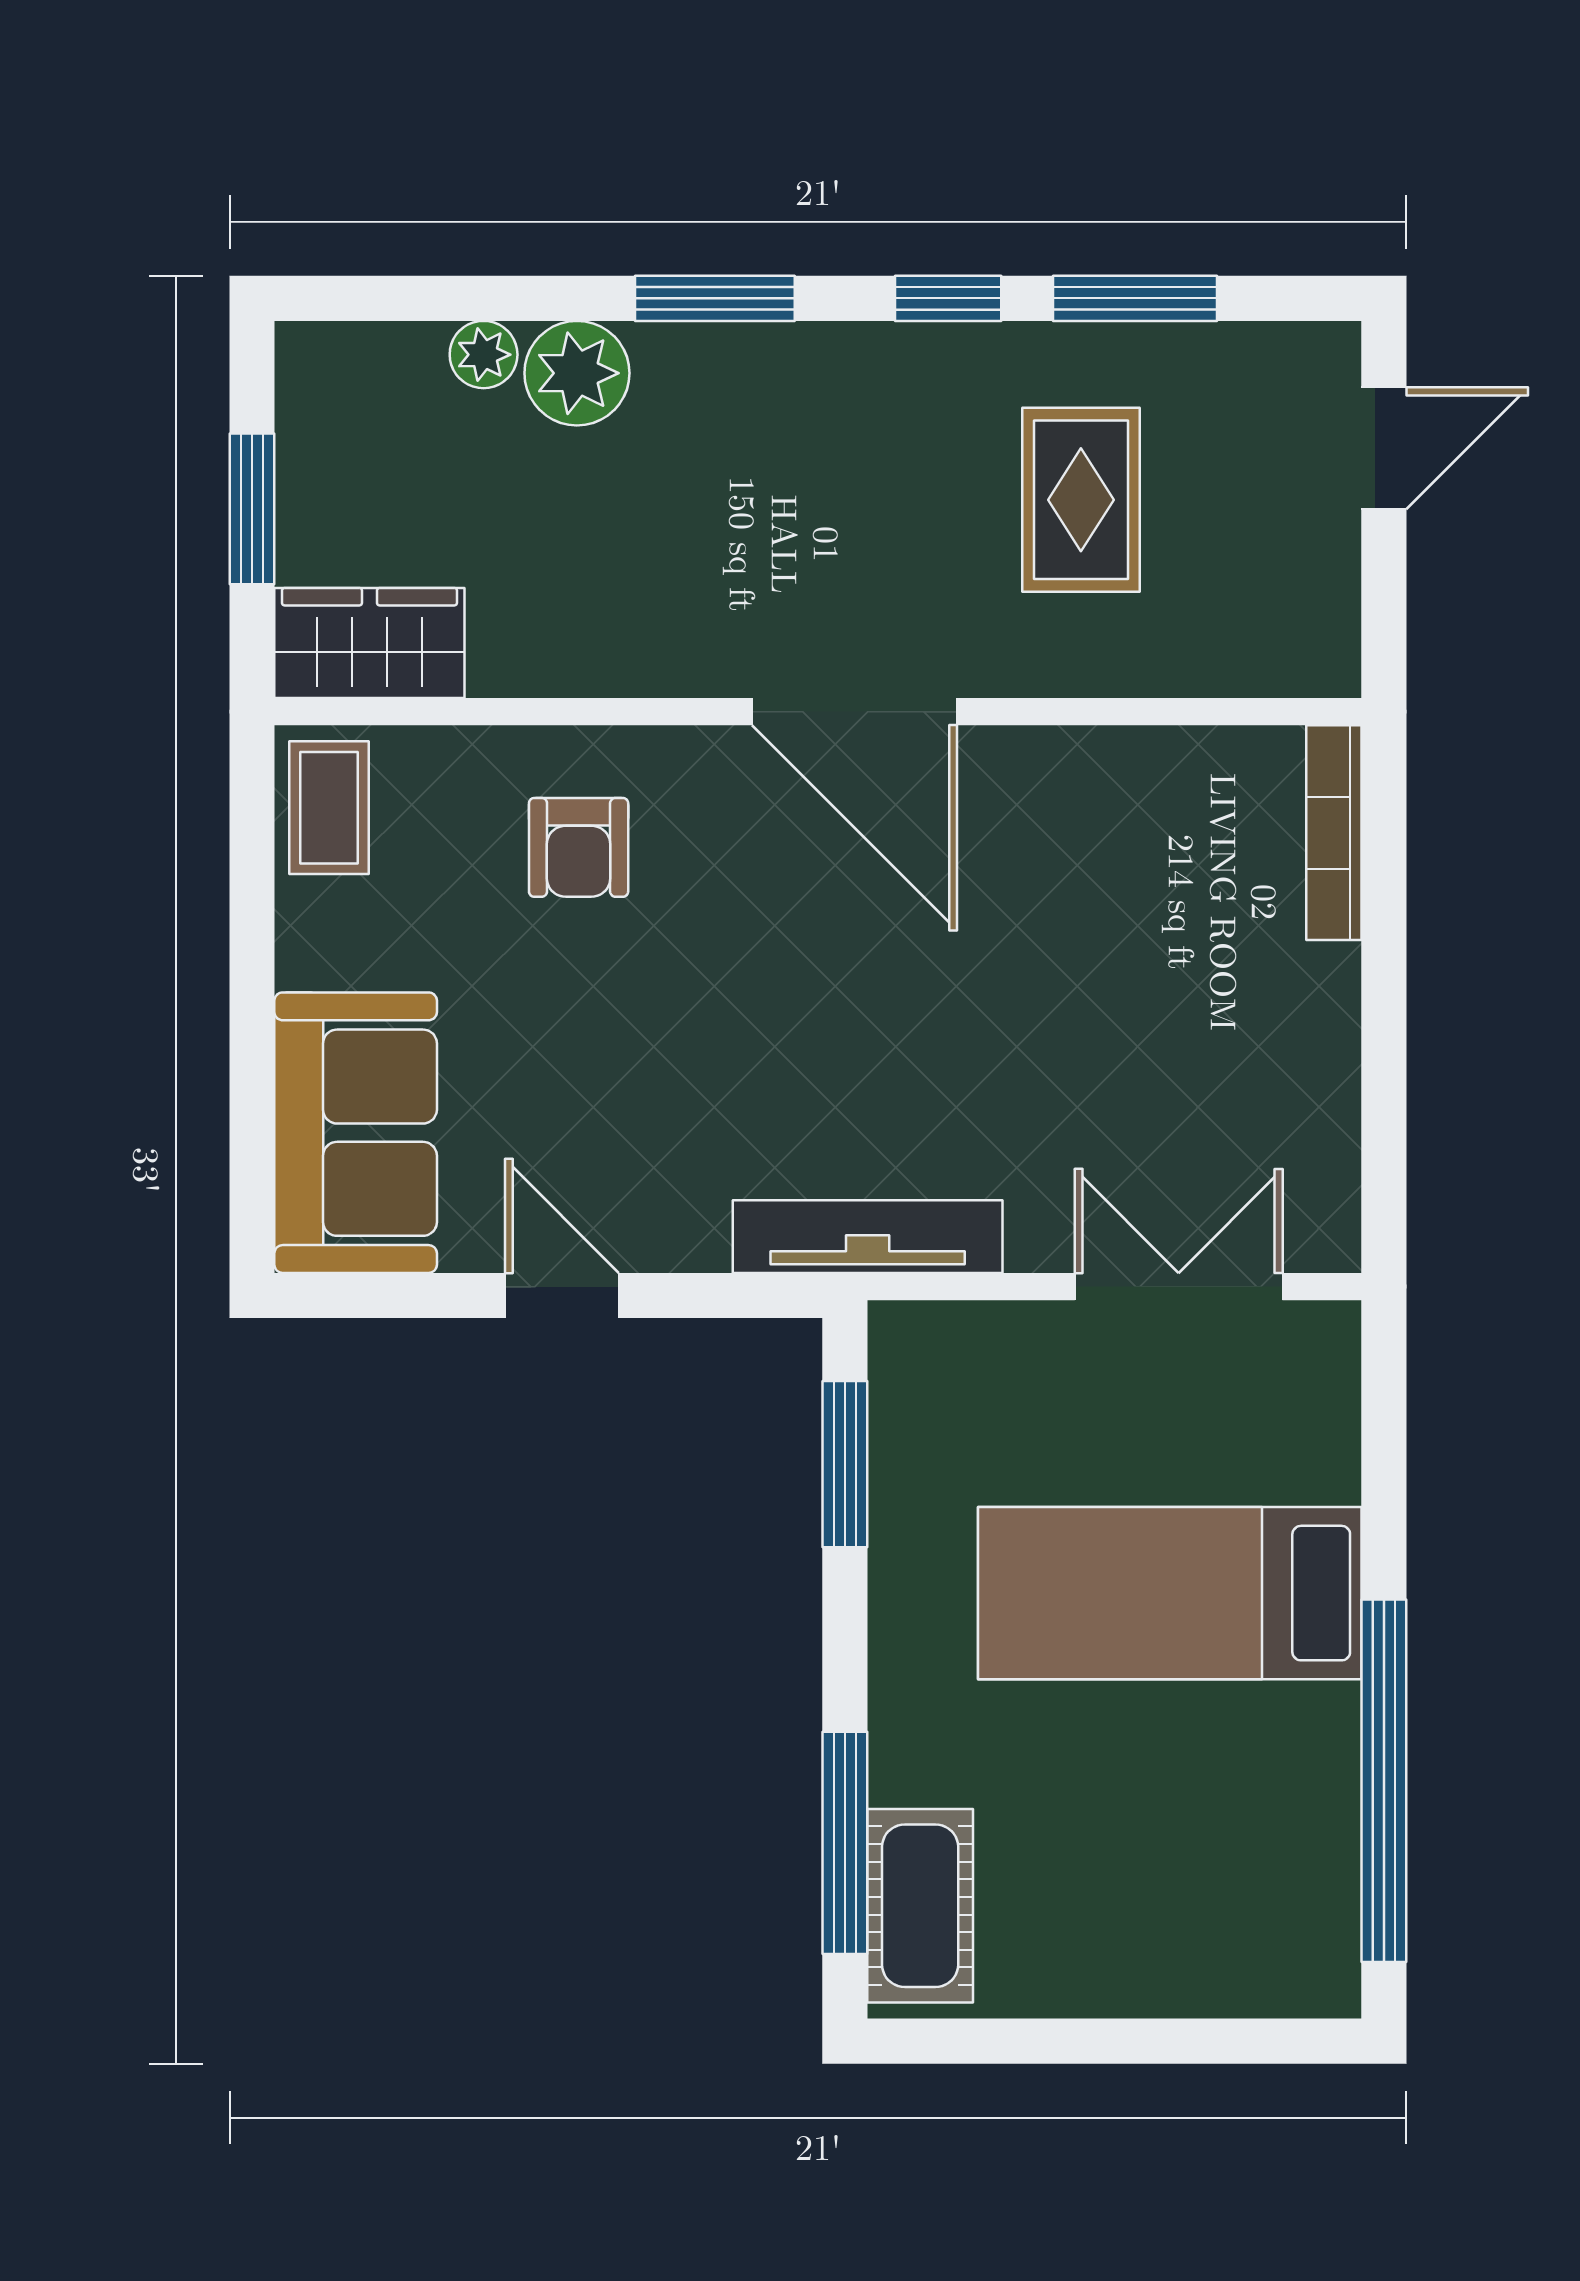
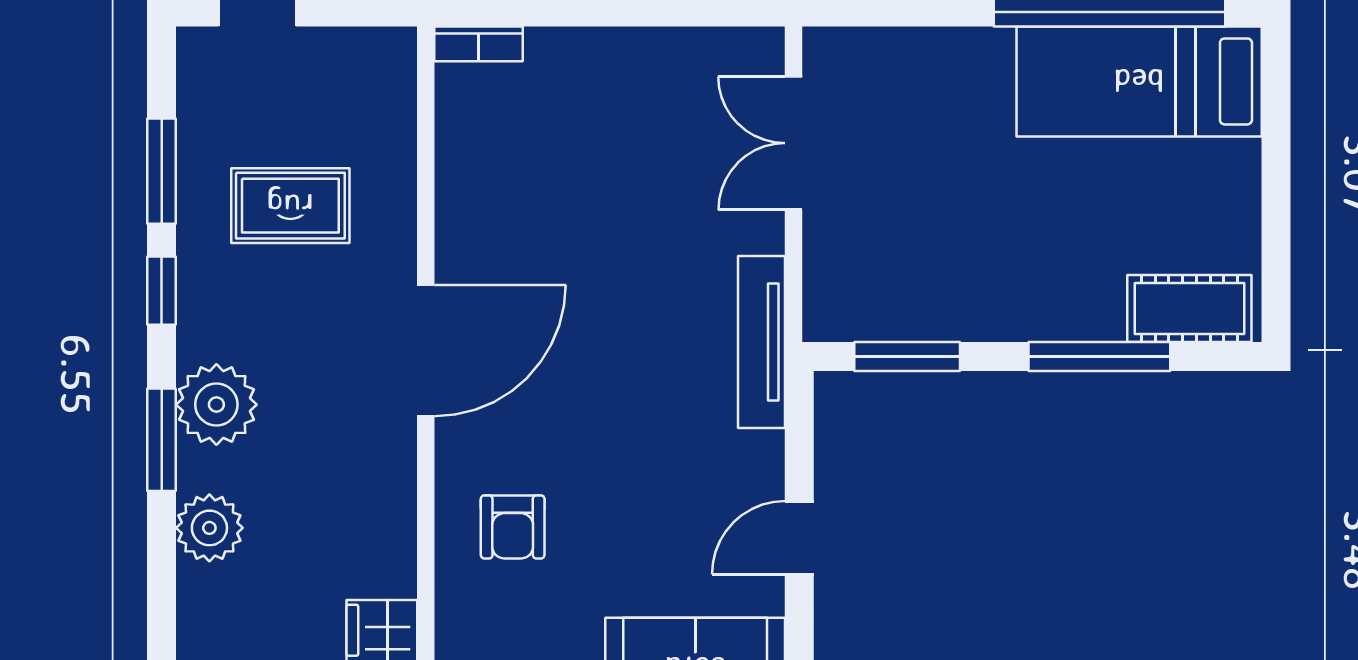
plant: (484, 355) -> (216, 405), moved, width x1.88, depth x1.88
bookcase: (1334, 833) -> (478, 44), width x0.64
armchair: (579, 847) -> (513, 527), turned 90
bed: (1170, 1593) -> (1139, 81), moved, turned 90
window: (845, 1843) -> (1099, 357), moved

